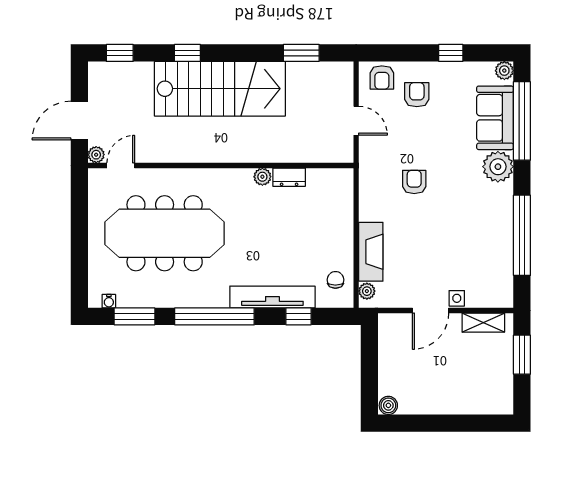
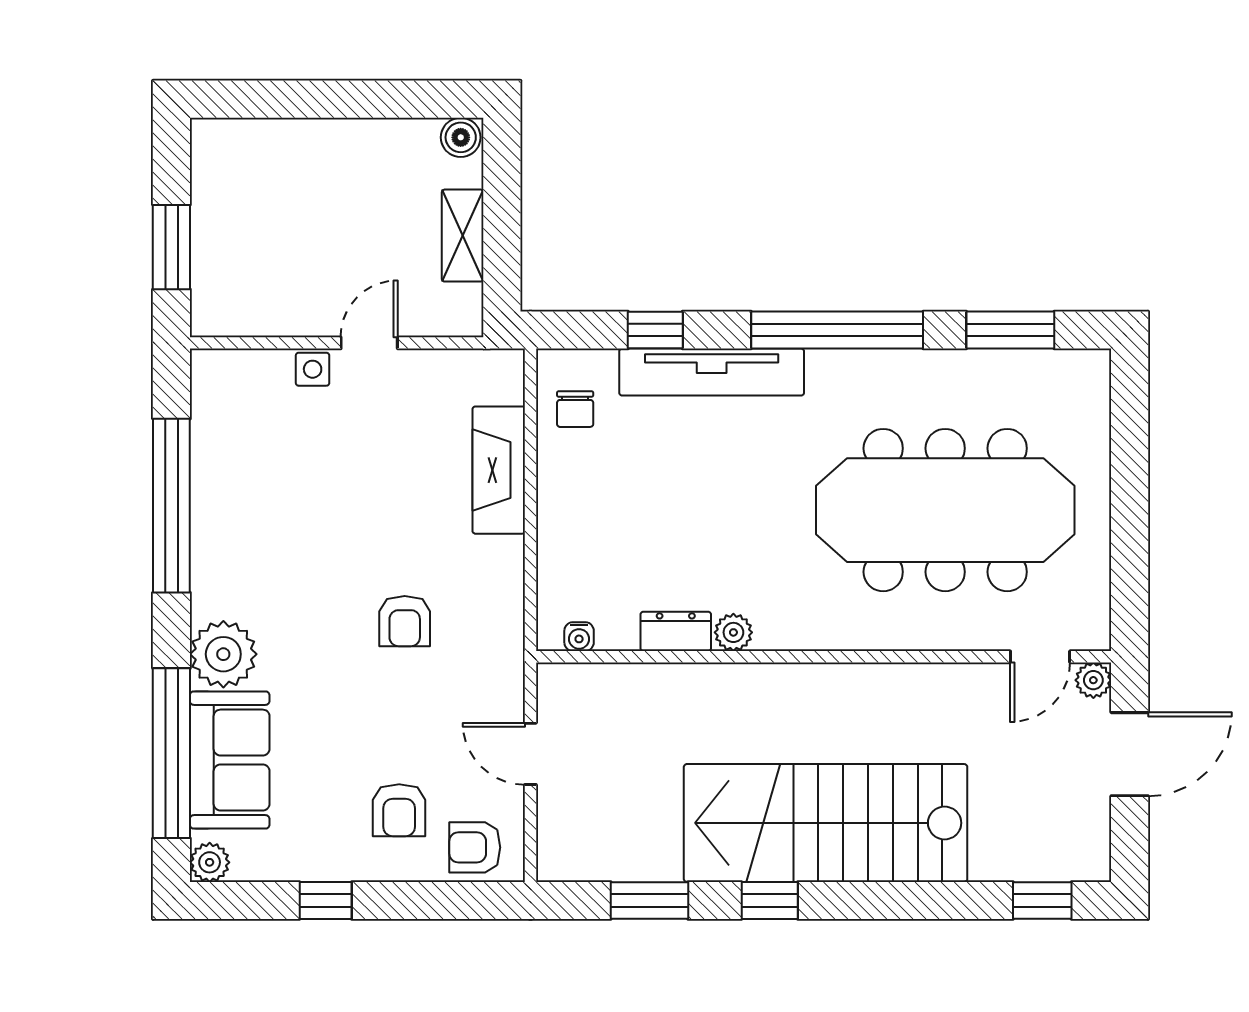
window: (187, 53) -> (770, 900), moved
armchair: (382, 77) -> (475, 847), turned -90
plant: (367, 291) -> (507, 385), removed
water cooler: (109, 301) -> (579, 637), moved, turned 180
door: (431, 310) -> (369, 343), width x0.73
shelving: (483, 323) -> (463, 236), moved, turned 90

